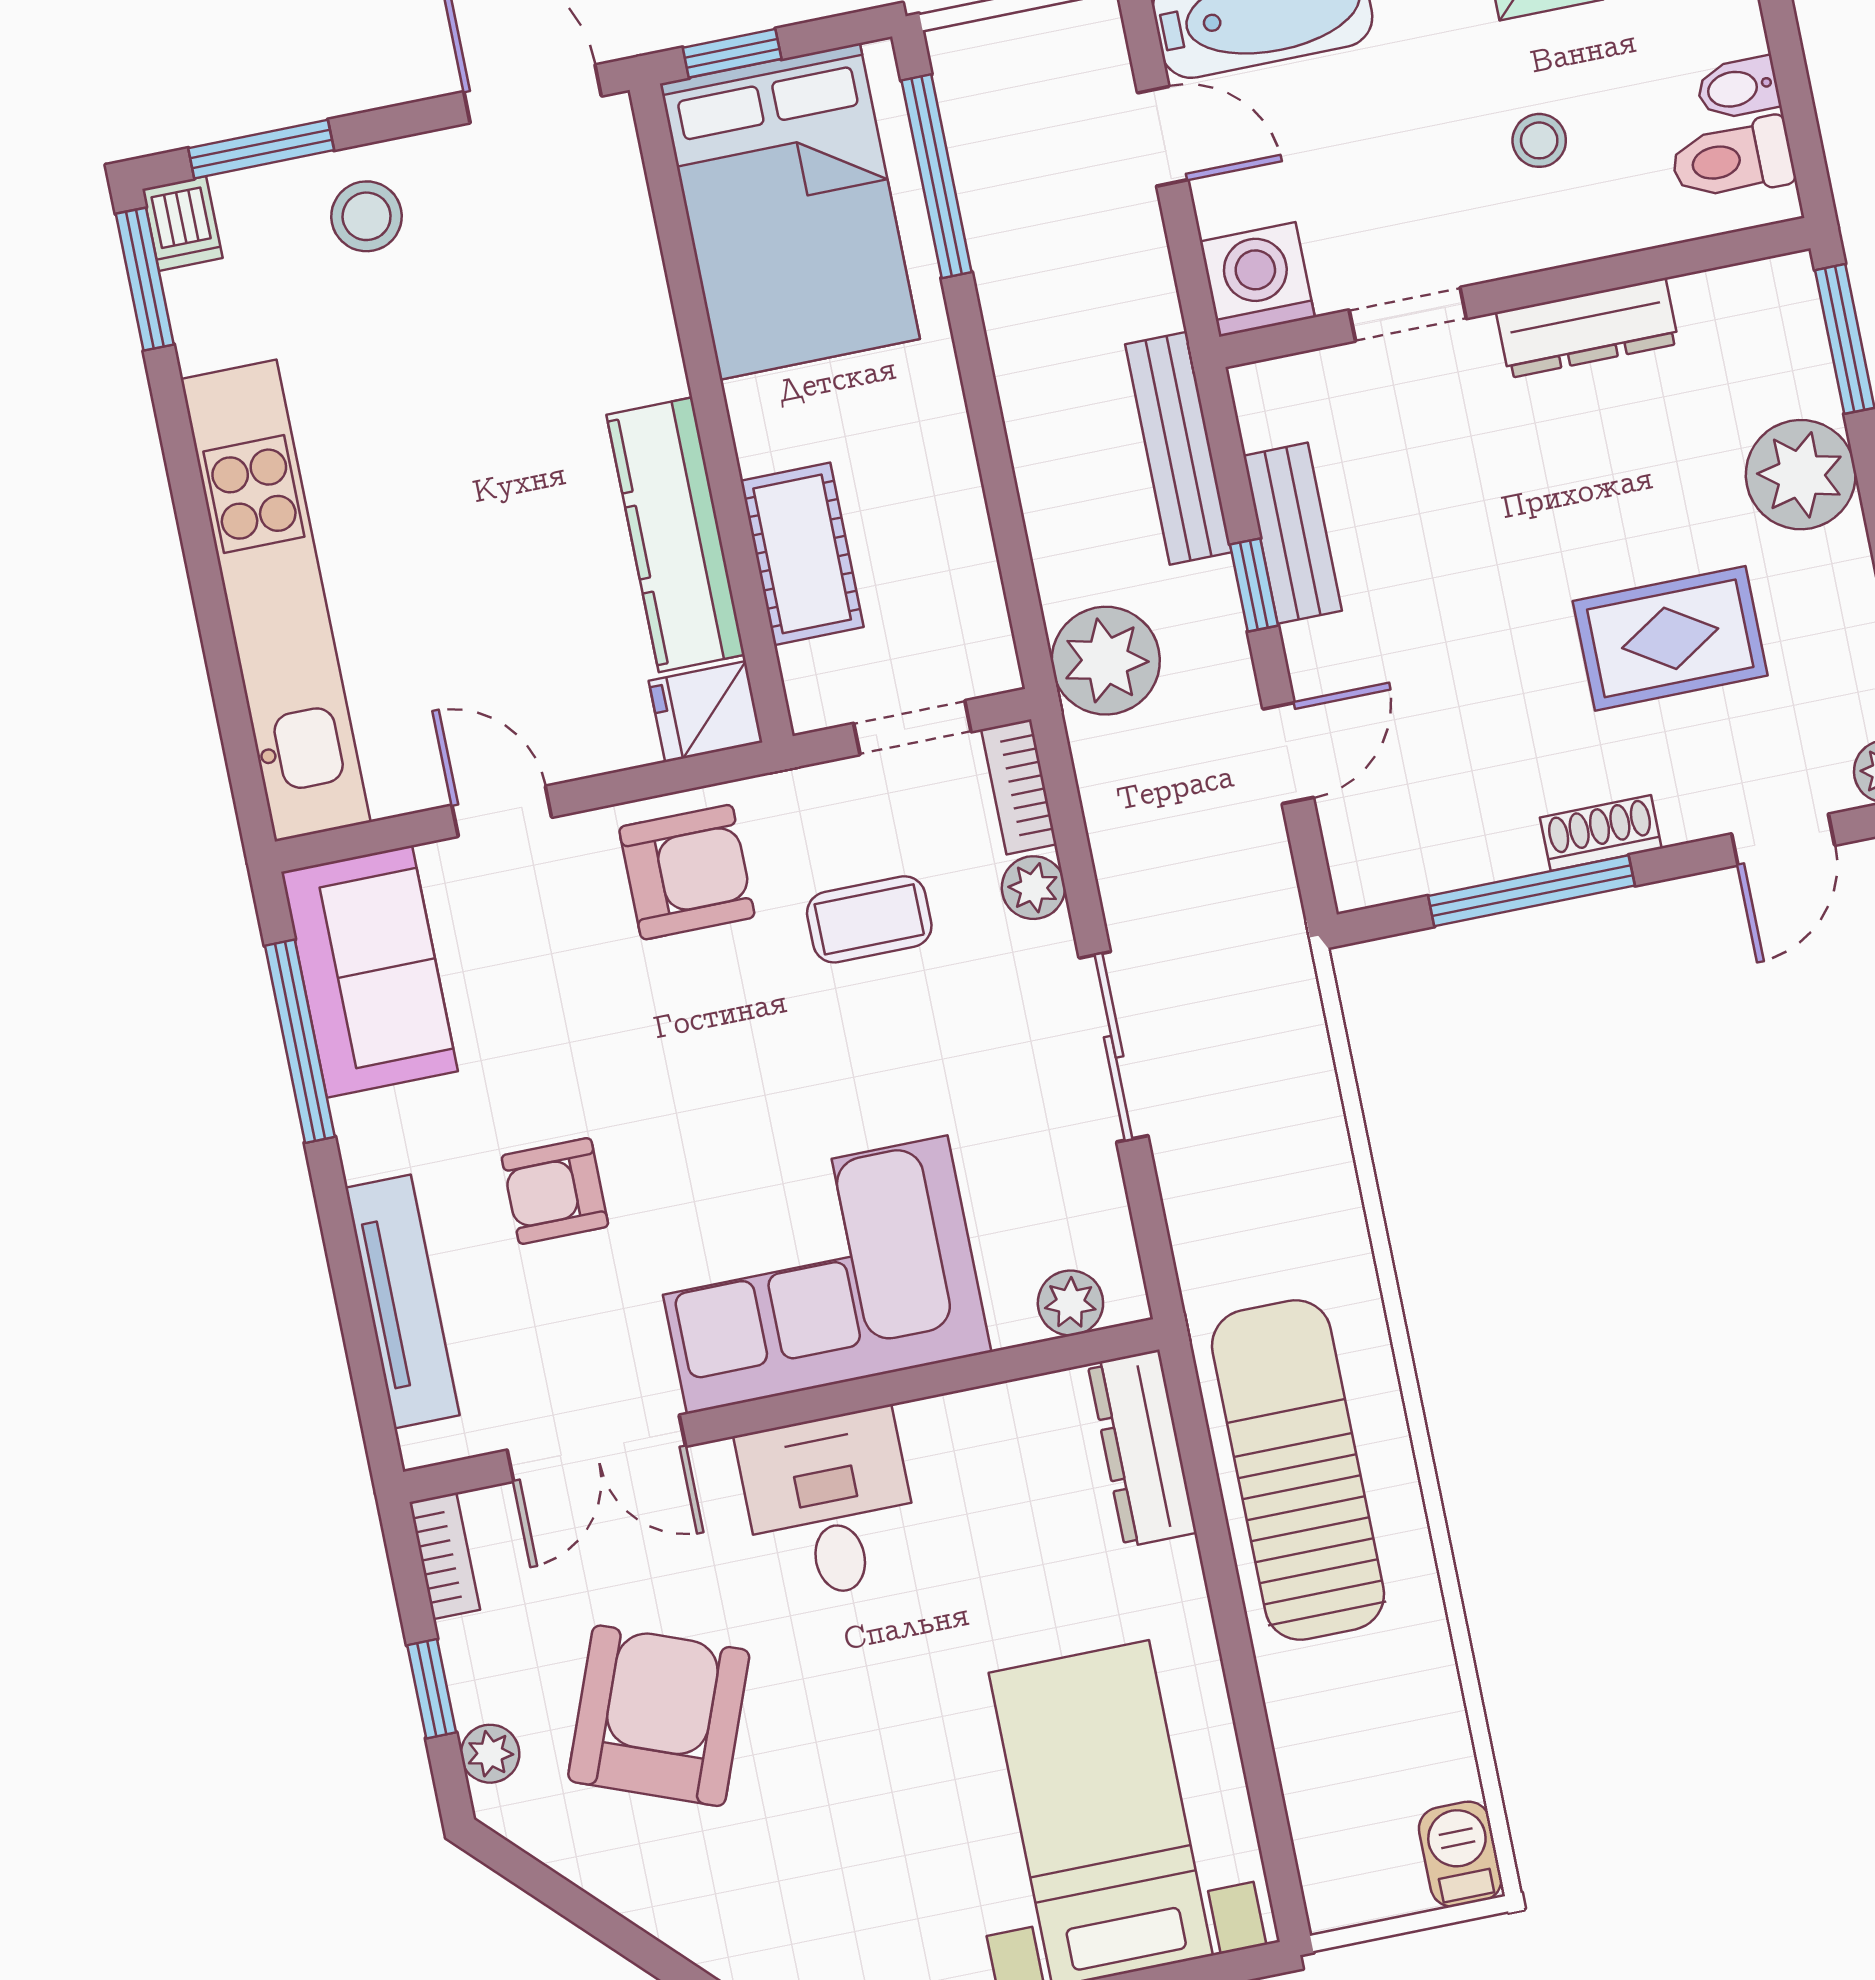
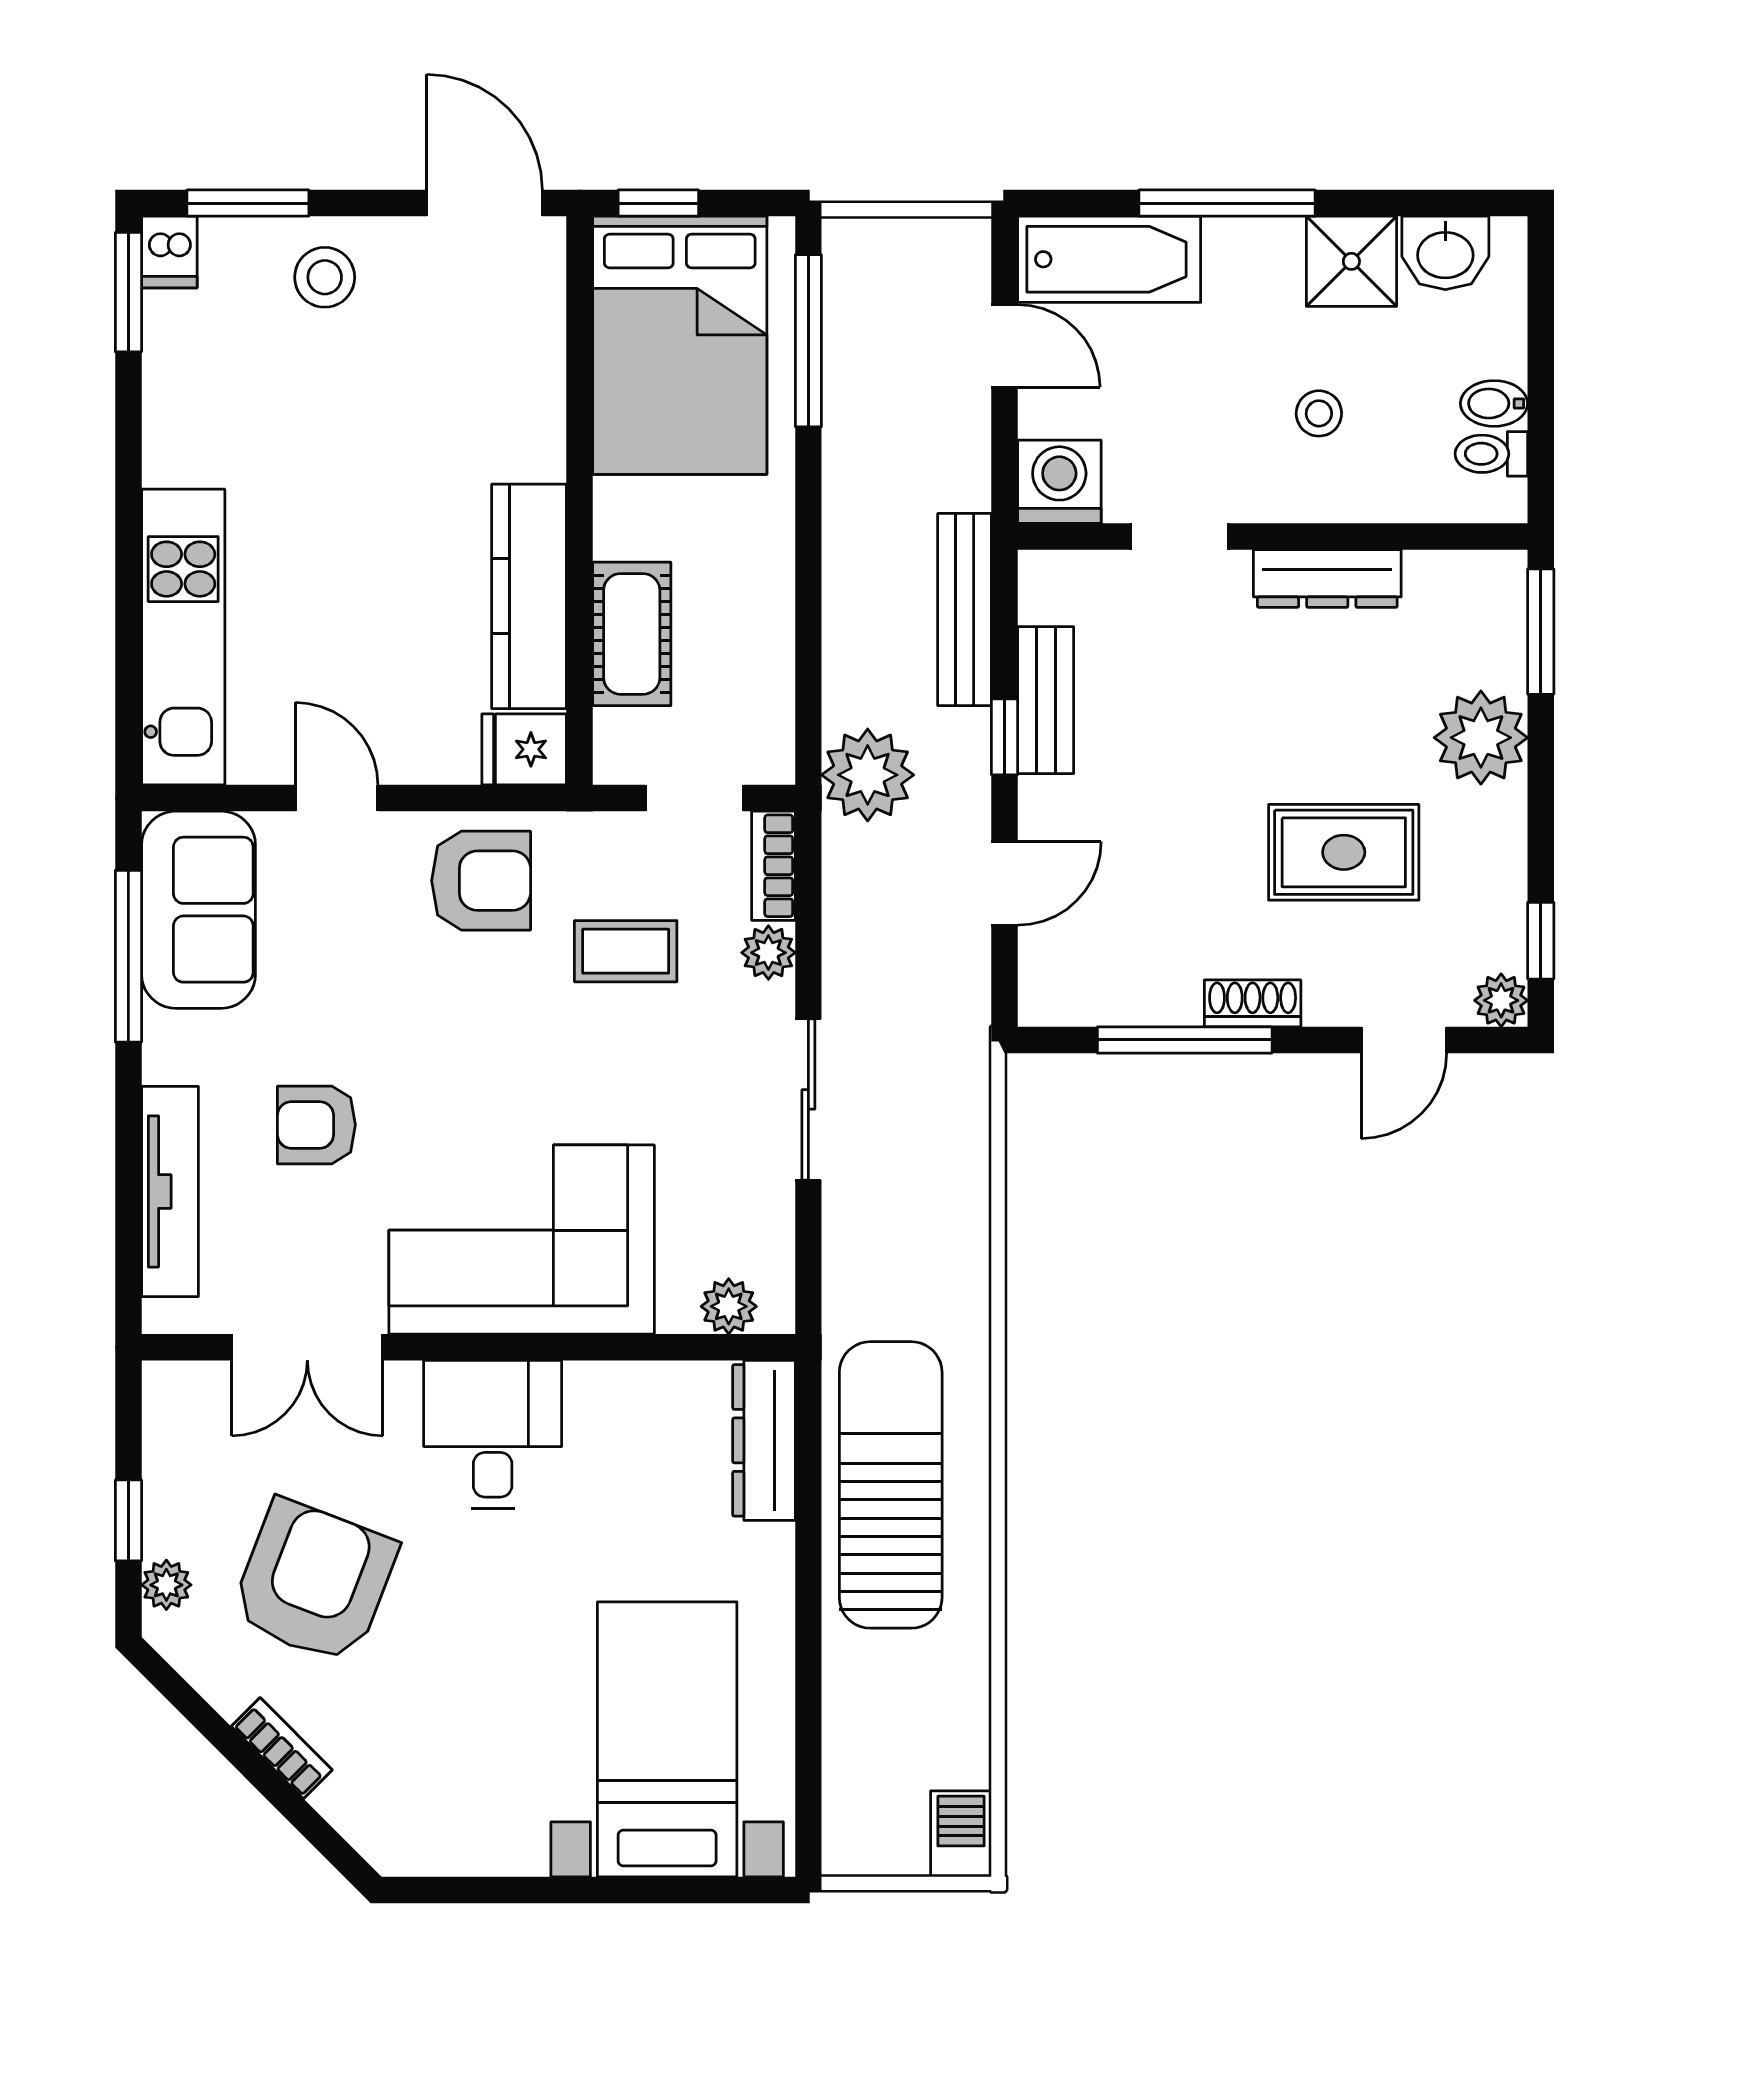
toilet: (1732, 159) -> (1491, 454), width x0.73, depth x0.72
kitchen unit: (276, 601) -> (183, 637), width x0.73
bookcase: (445, 1556) -> (282, 1748), moved, turned -45

